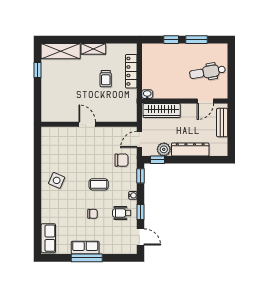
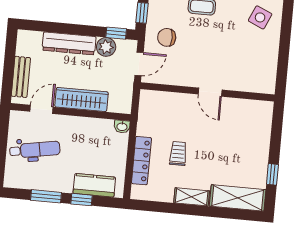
kitchen counter: (163, 51) -> (94, 185), added
wardrobe: (162, 111) -> (82, 99), moved

